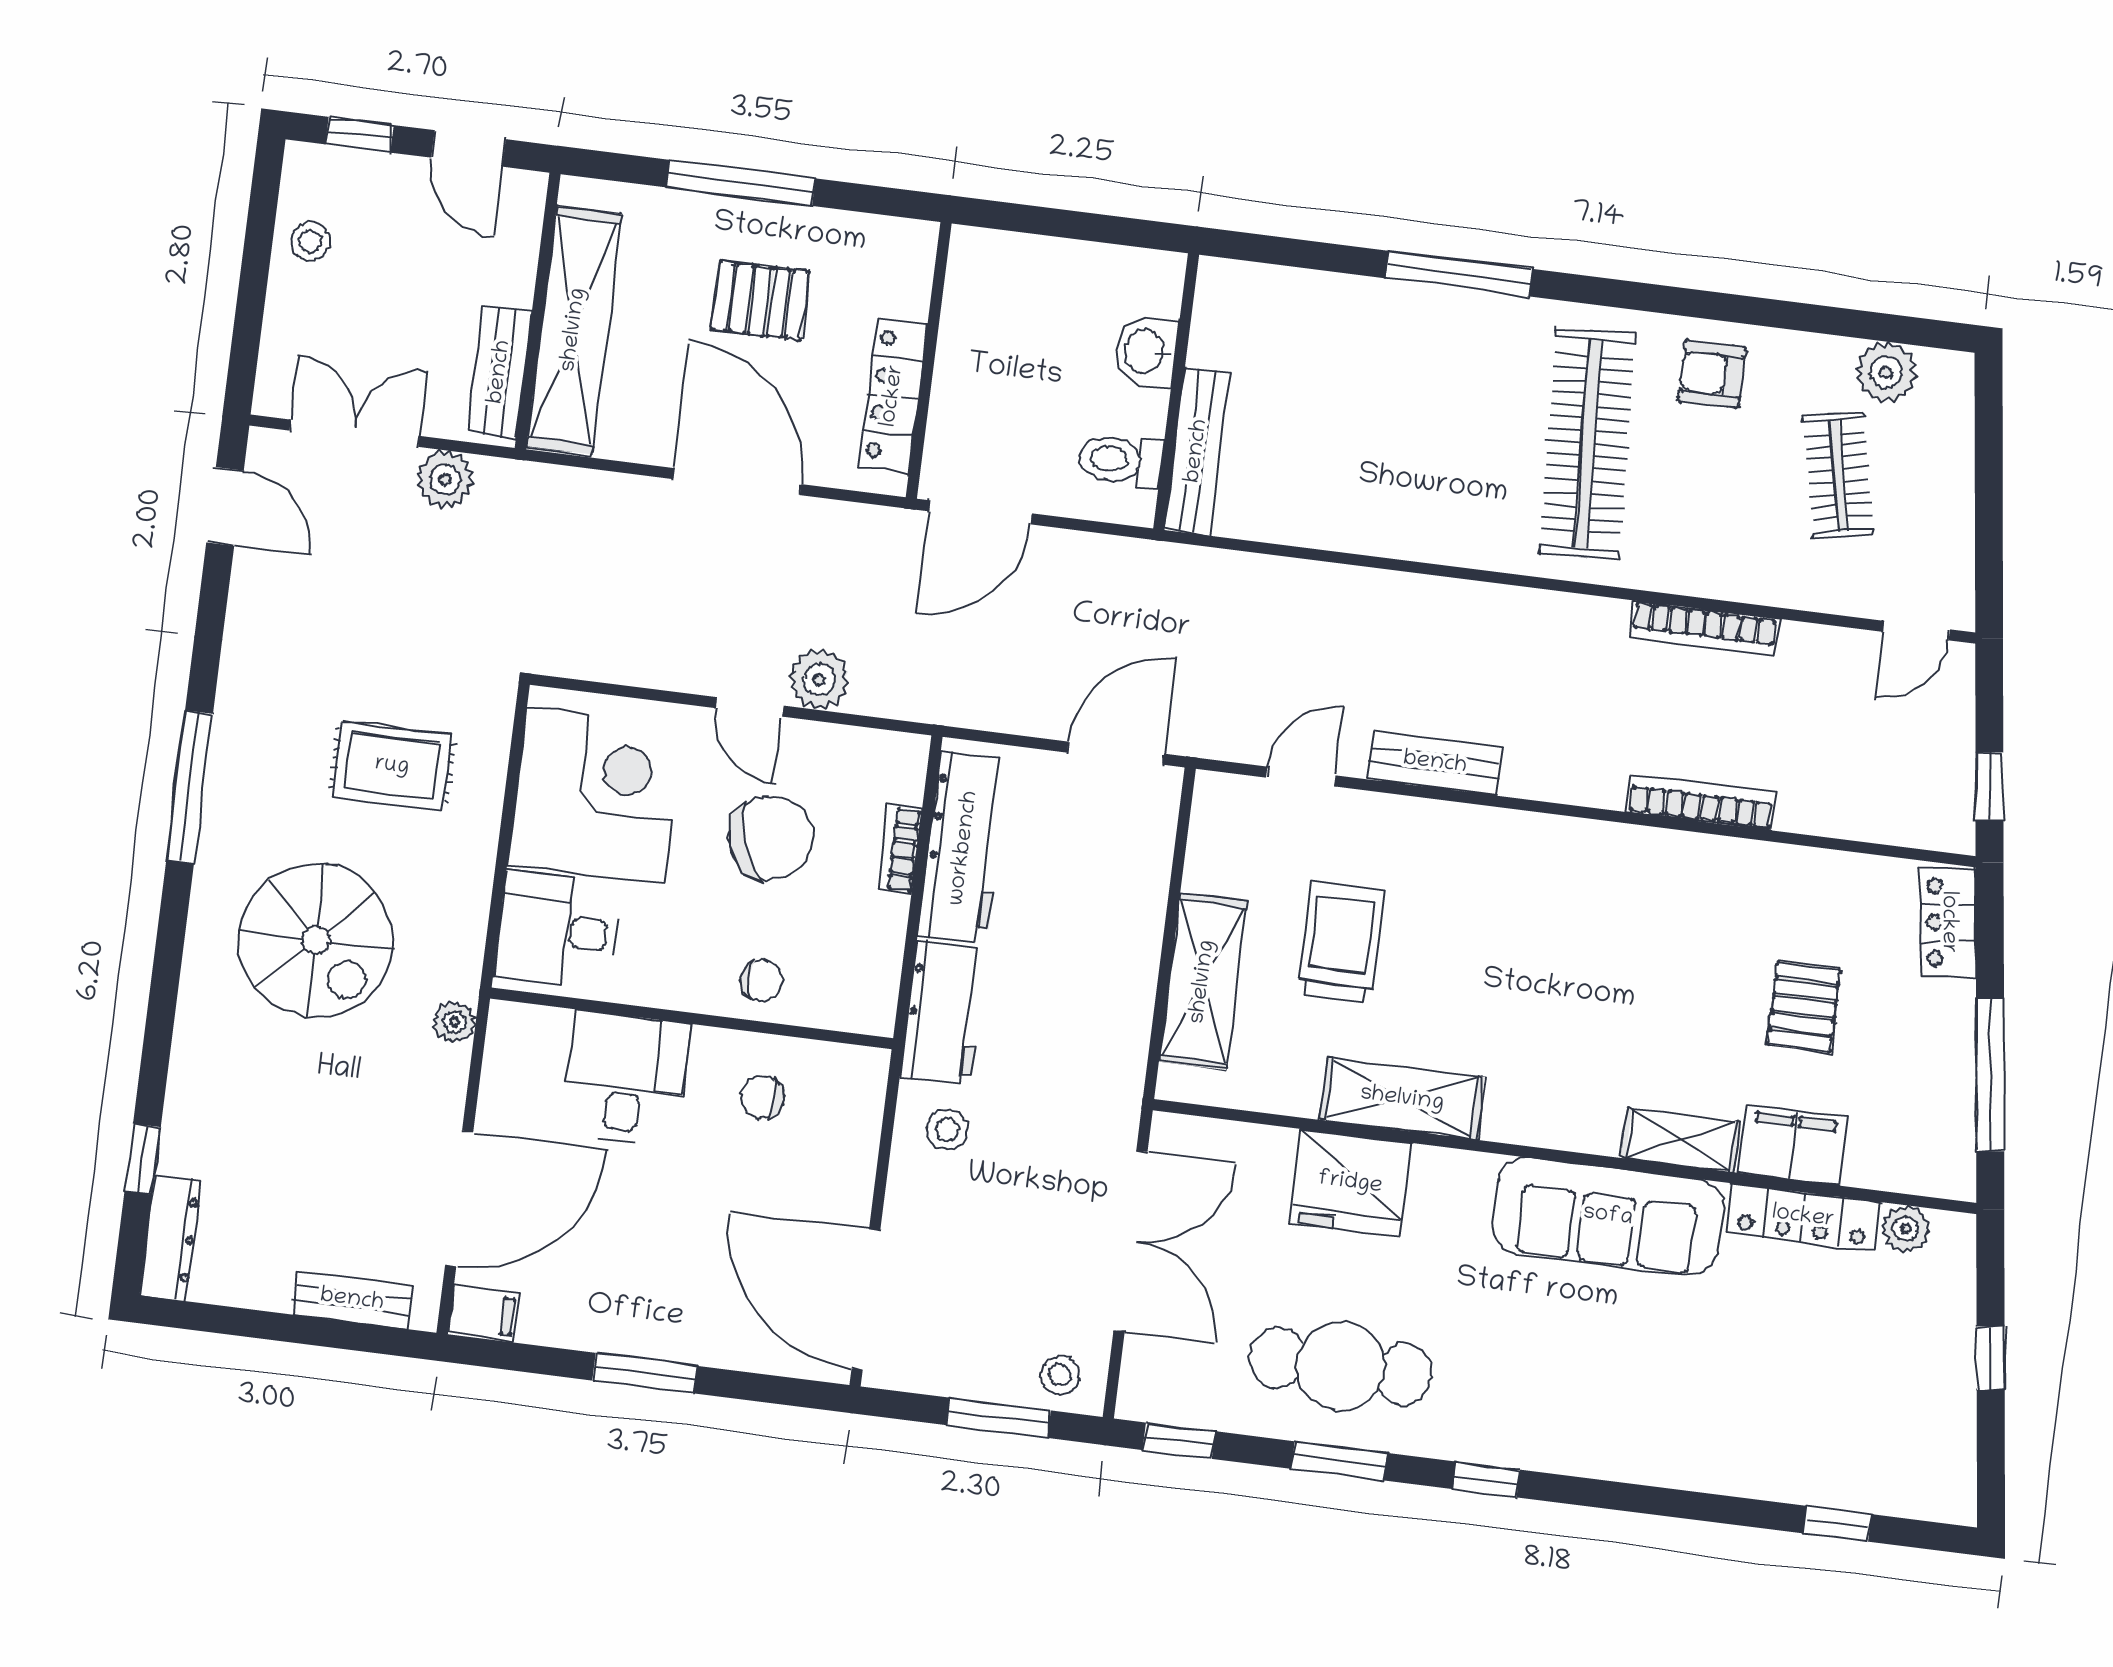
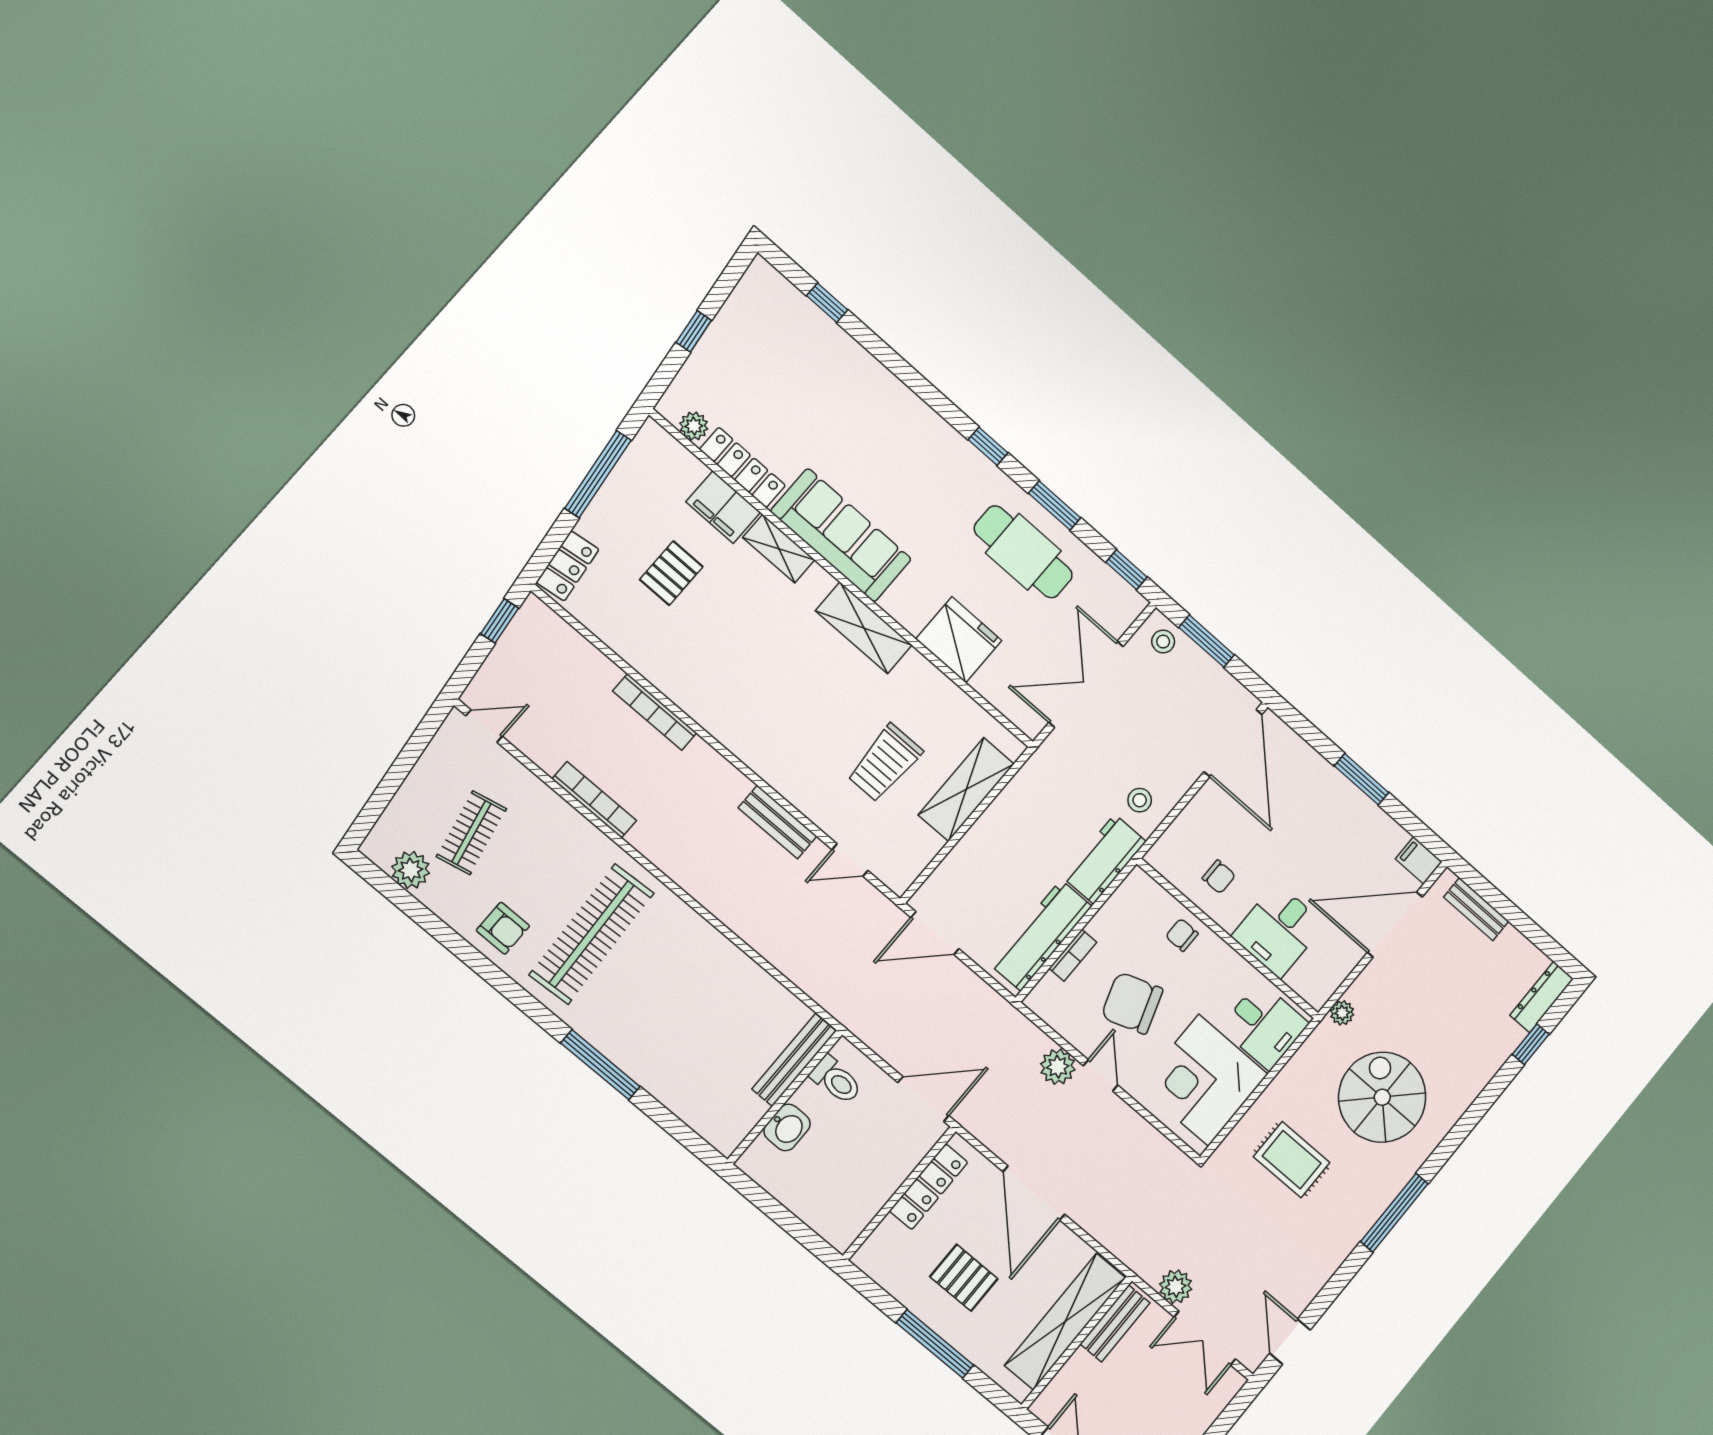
shelving: (1402, 1099) -> (864, 628), moved

